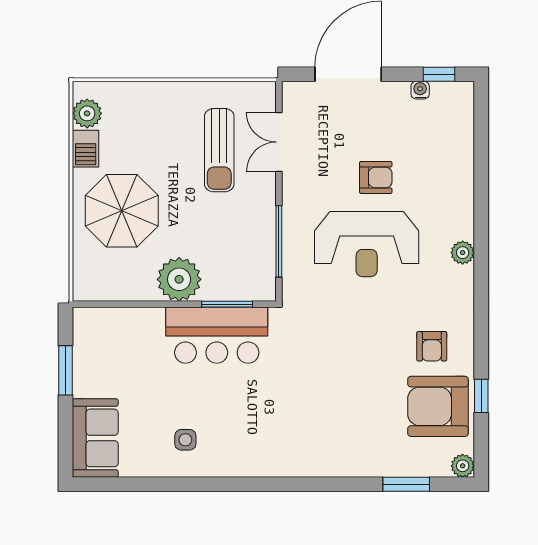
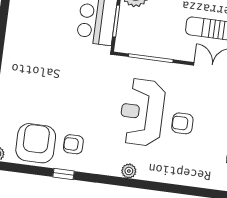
armchair: (376, 177) -> (182, 123), turned 90
window: (481, 396) -> (63, 174), moved

